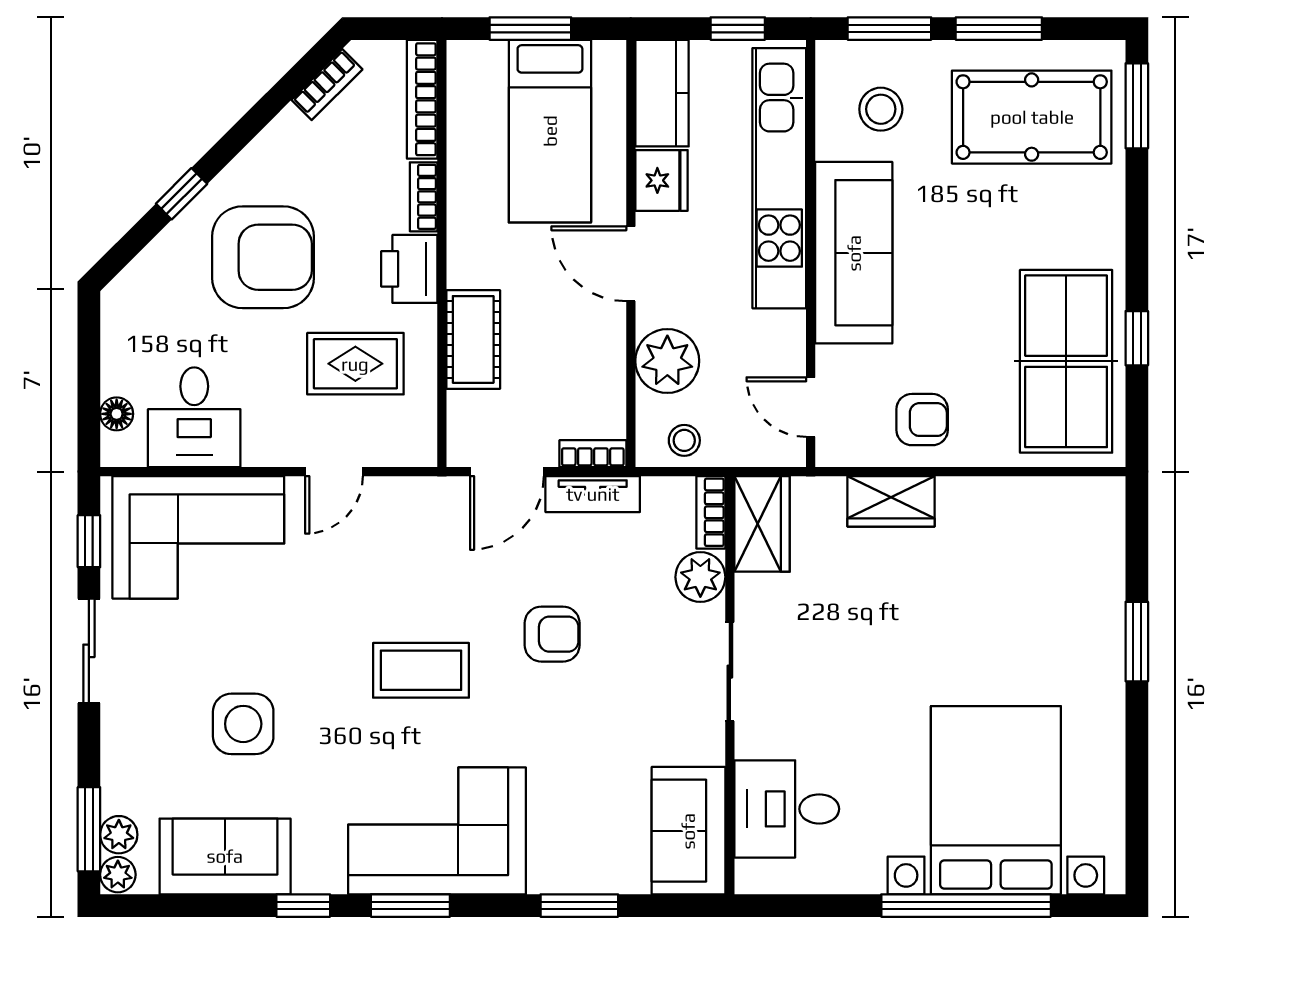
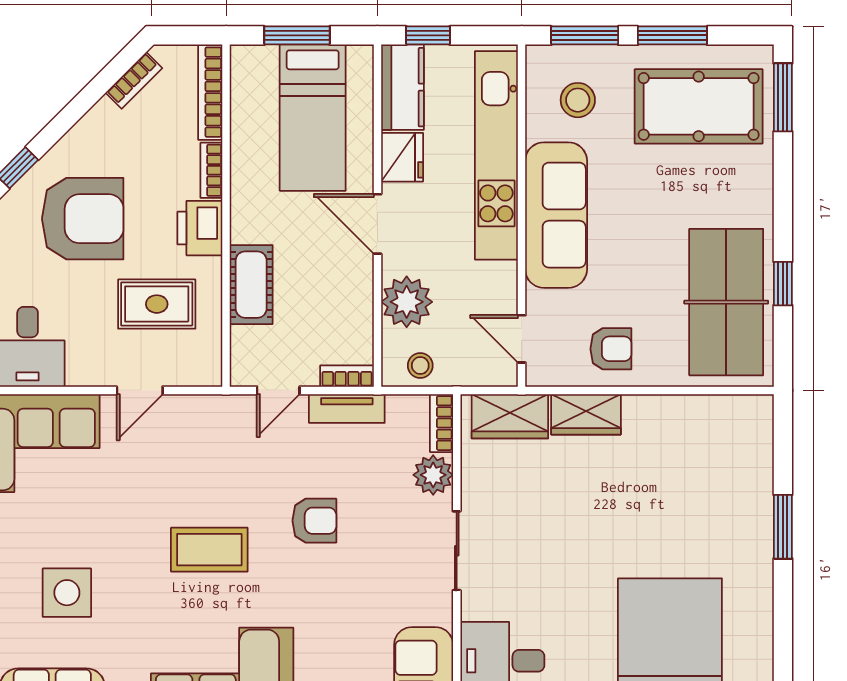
window: (738, 29) -> (428, 35), moved
door: (507, 472) -> (278, 390), width x0.73
wardrobe: (762, 524) -> (510, 416), moved, turned 90

